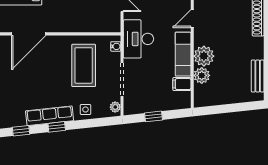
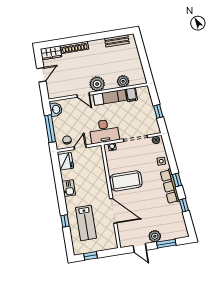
plant: (204, 56) -> (97, 84), moved
coffee table: (84, 65) -> (126, 181), moved

